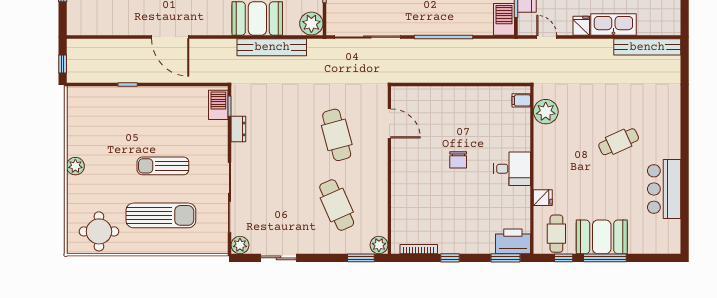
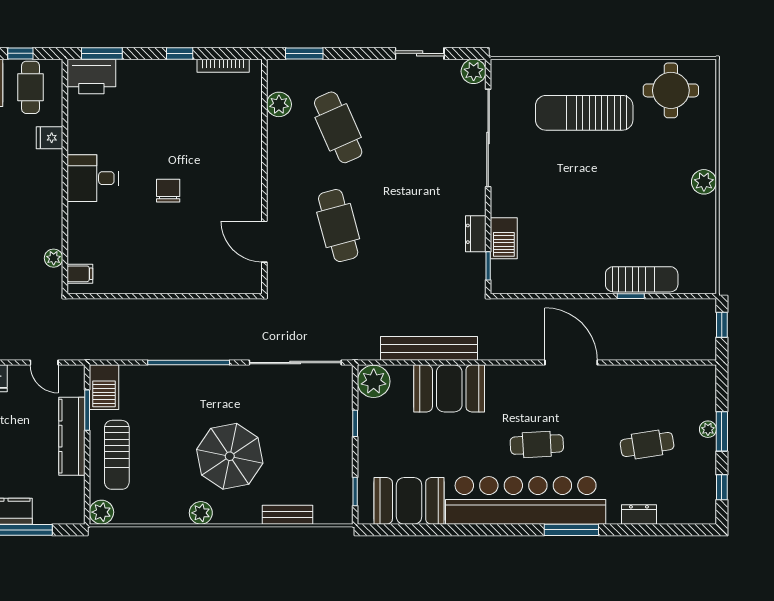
barbecue: (218, 105) -> (504, 238), moved
plant: (546, 112) -> (54, 258), width x0.53, depth x0.53
sun lounger: (163, 166) -> (642, 279), moved
plant: (379, 245) -> (279, 104), moved

